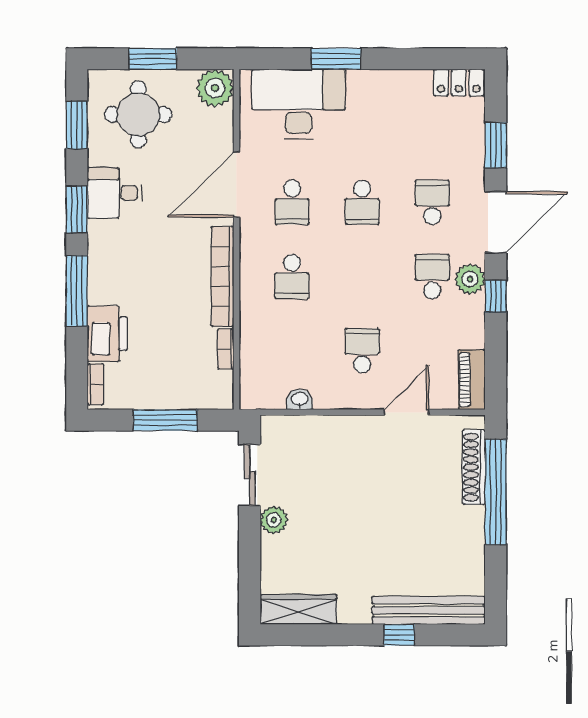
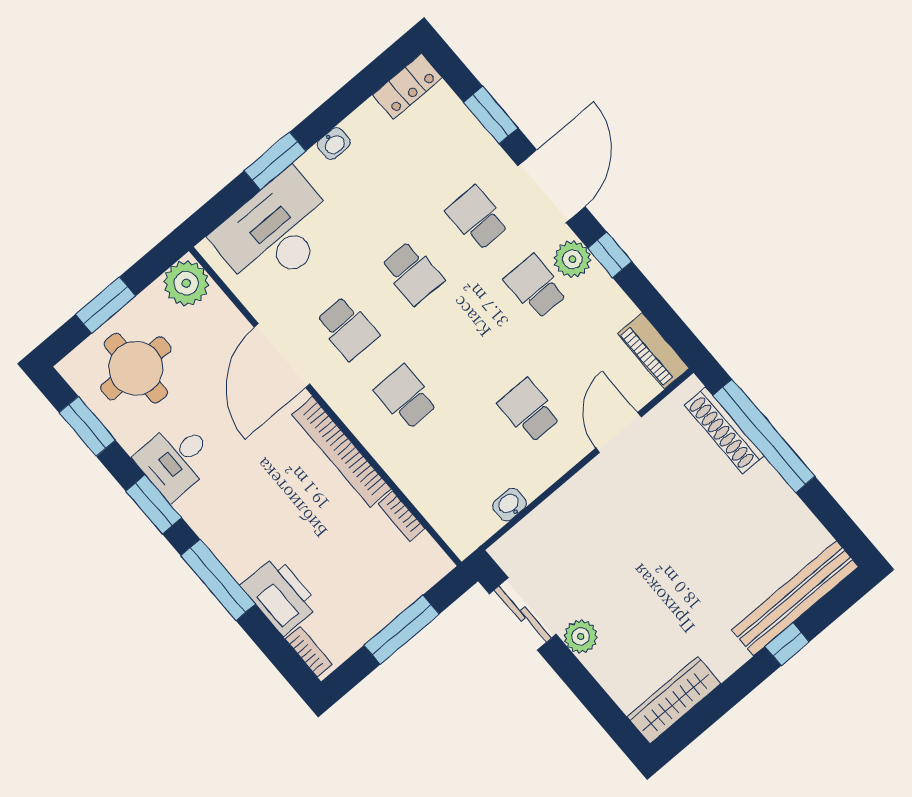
washbasin: (382, 79) -> (334, 143), added
school desk: (292, 277) -> (406, 397), turned 180

